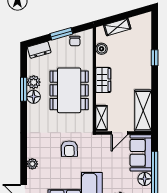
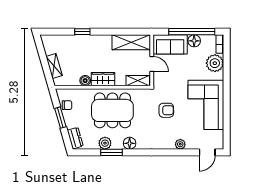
boiler: (102, 49) -> (85, 81), moved
floor lamp: (34, 97) -> (130, 143), moved

